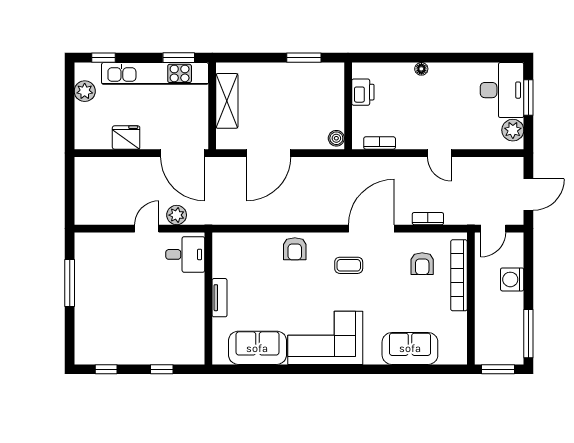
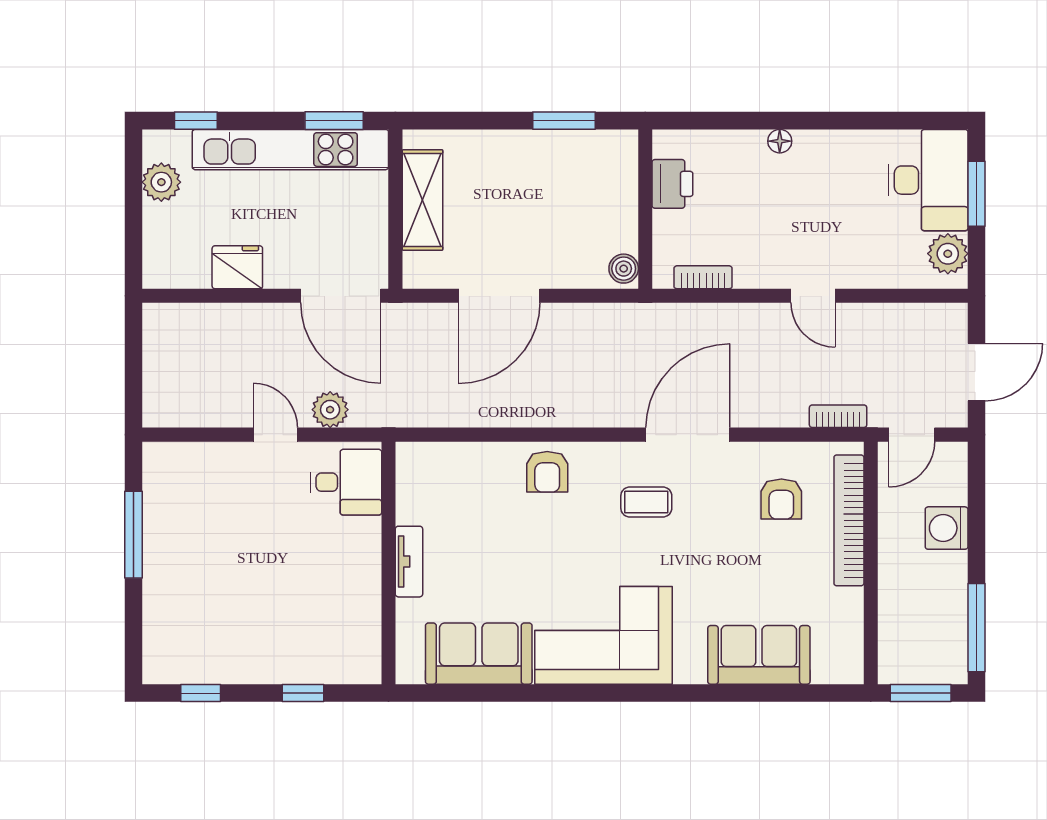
bookcase: (428, 219) -> (838, 416), moved
door: (147, 229) -> (275, 435), hinge flipped

